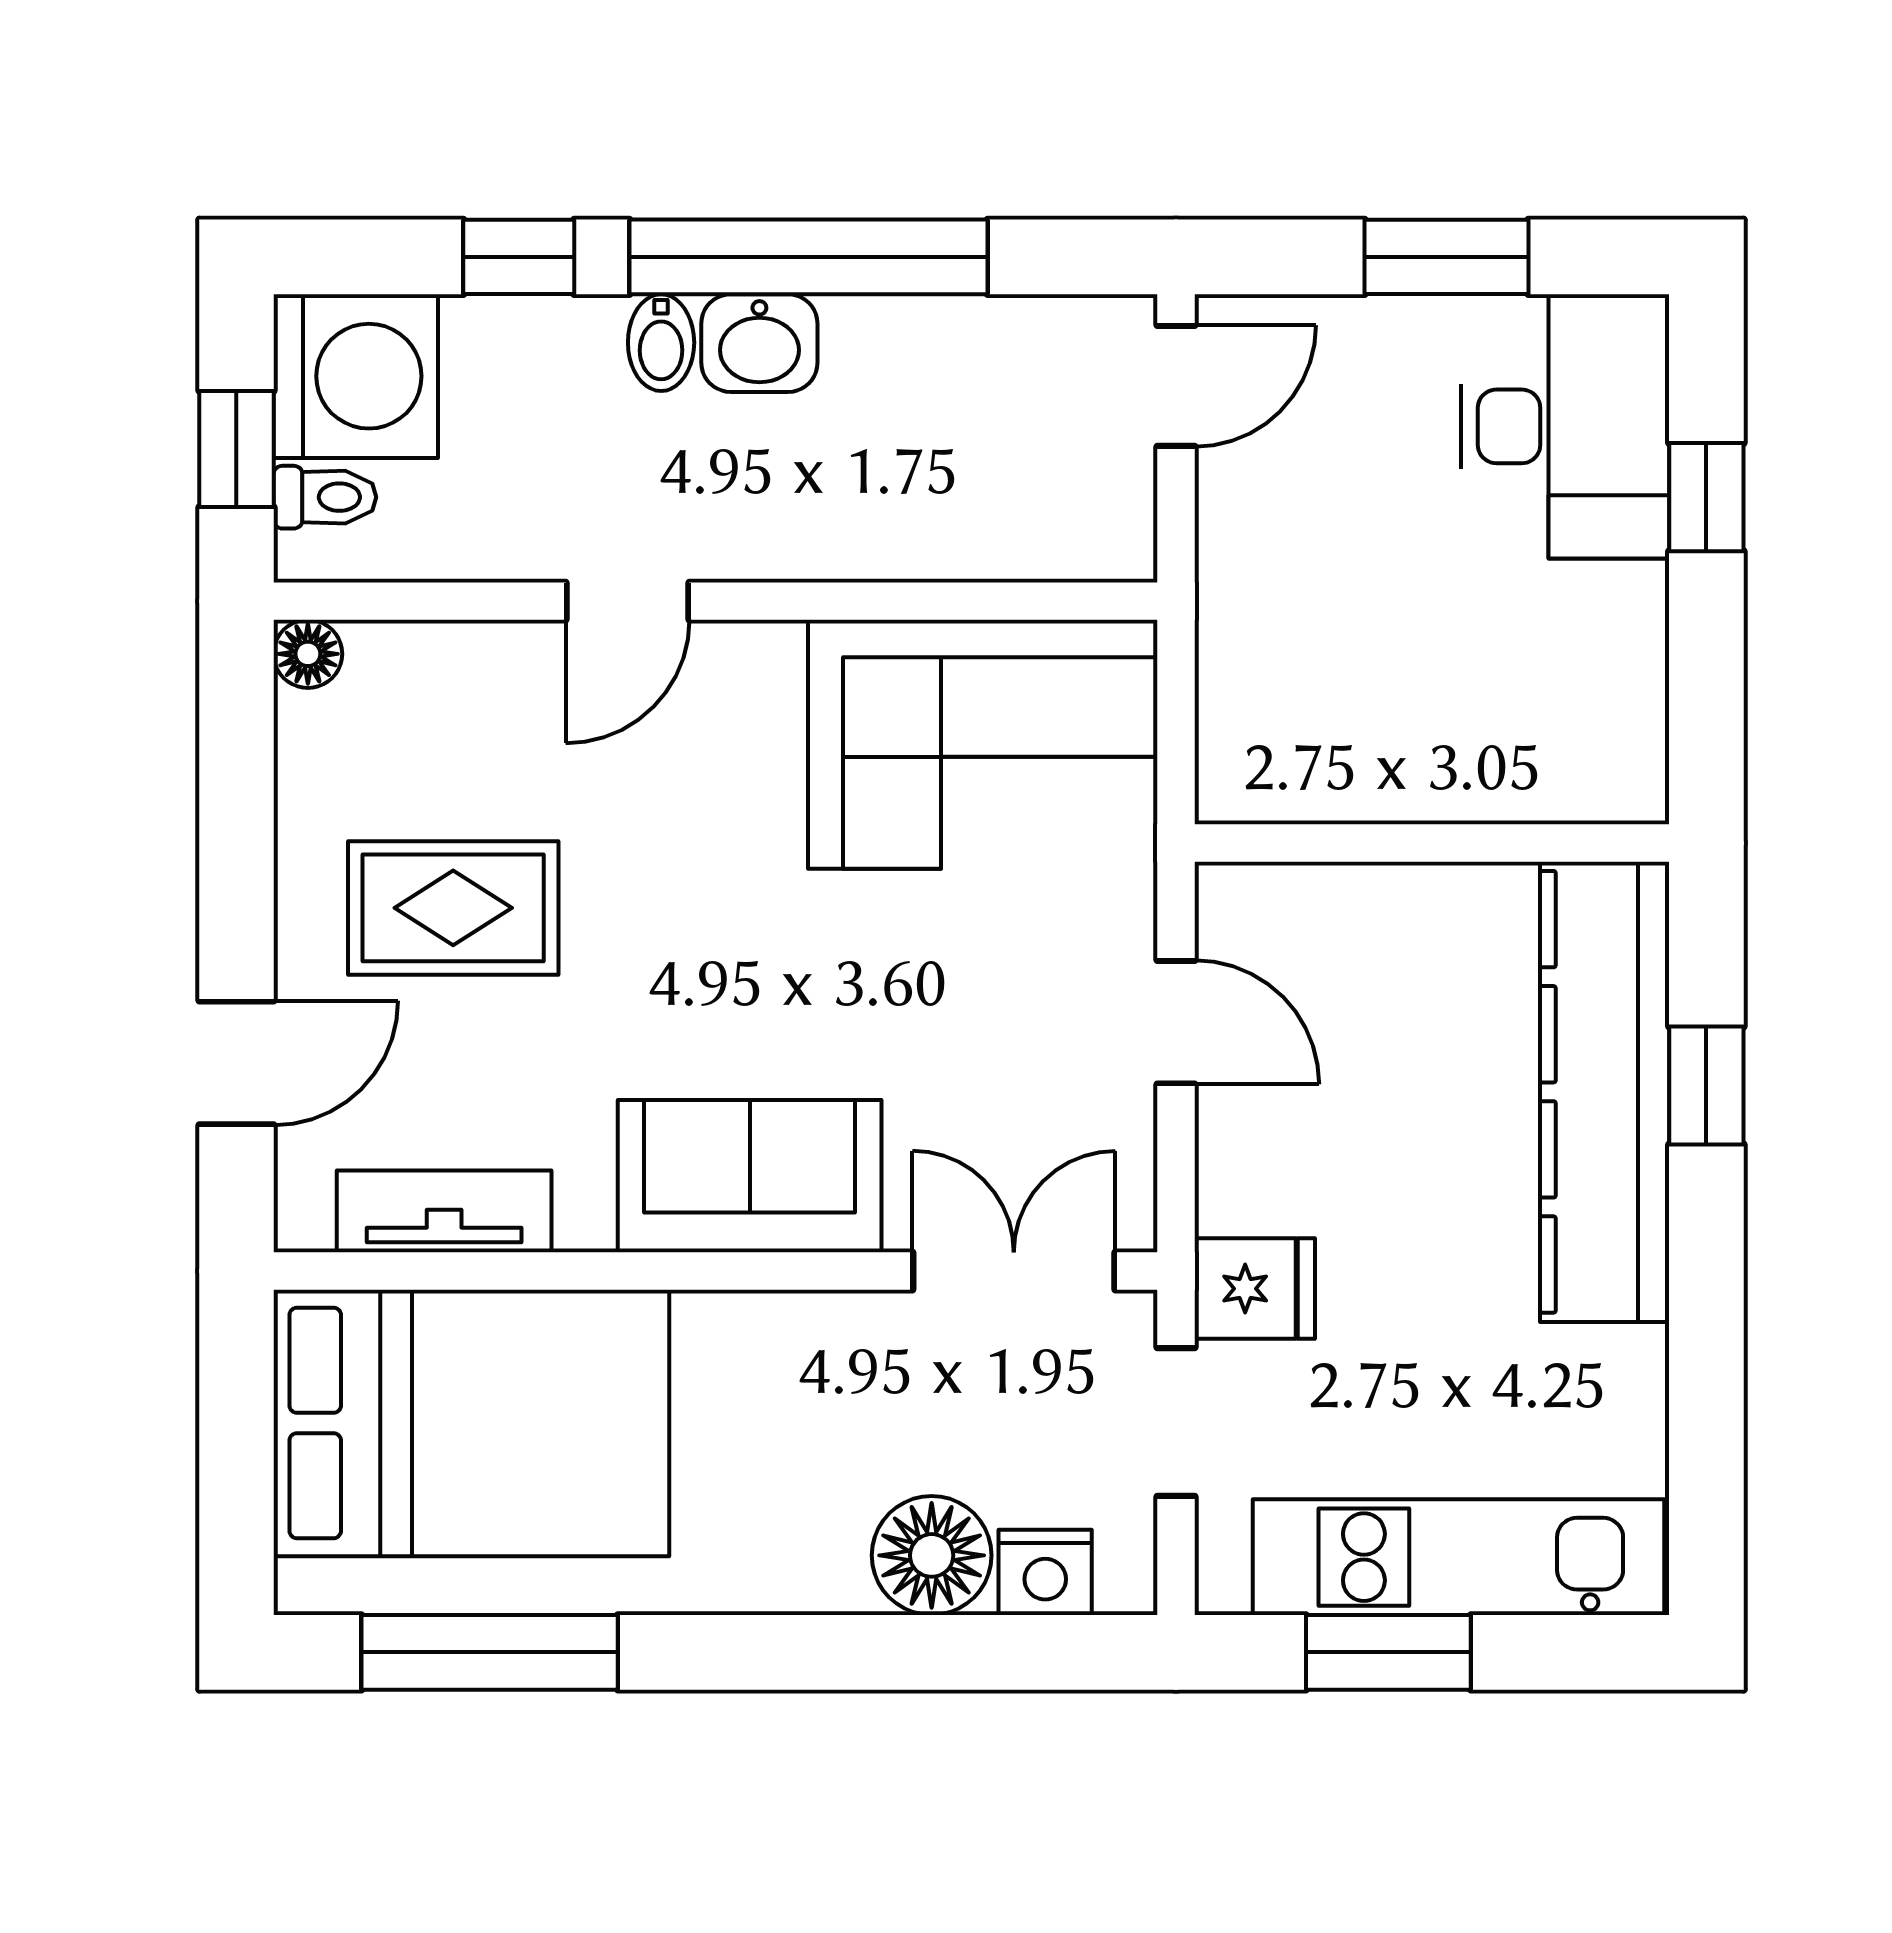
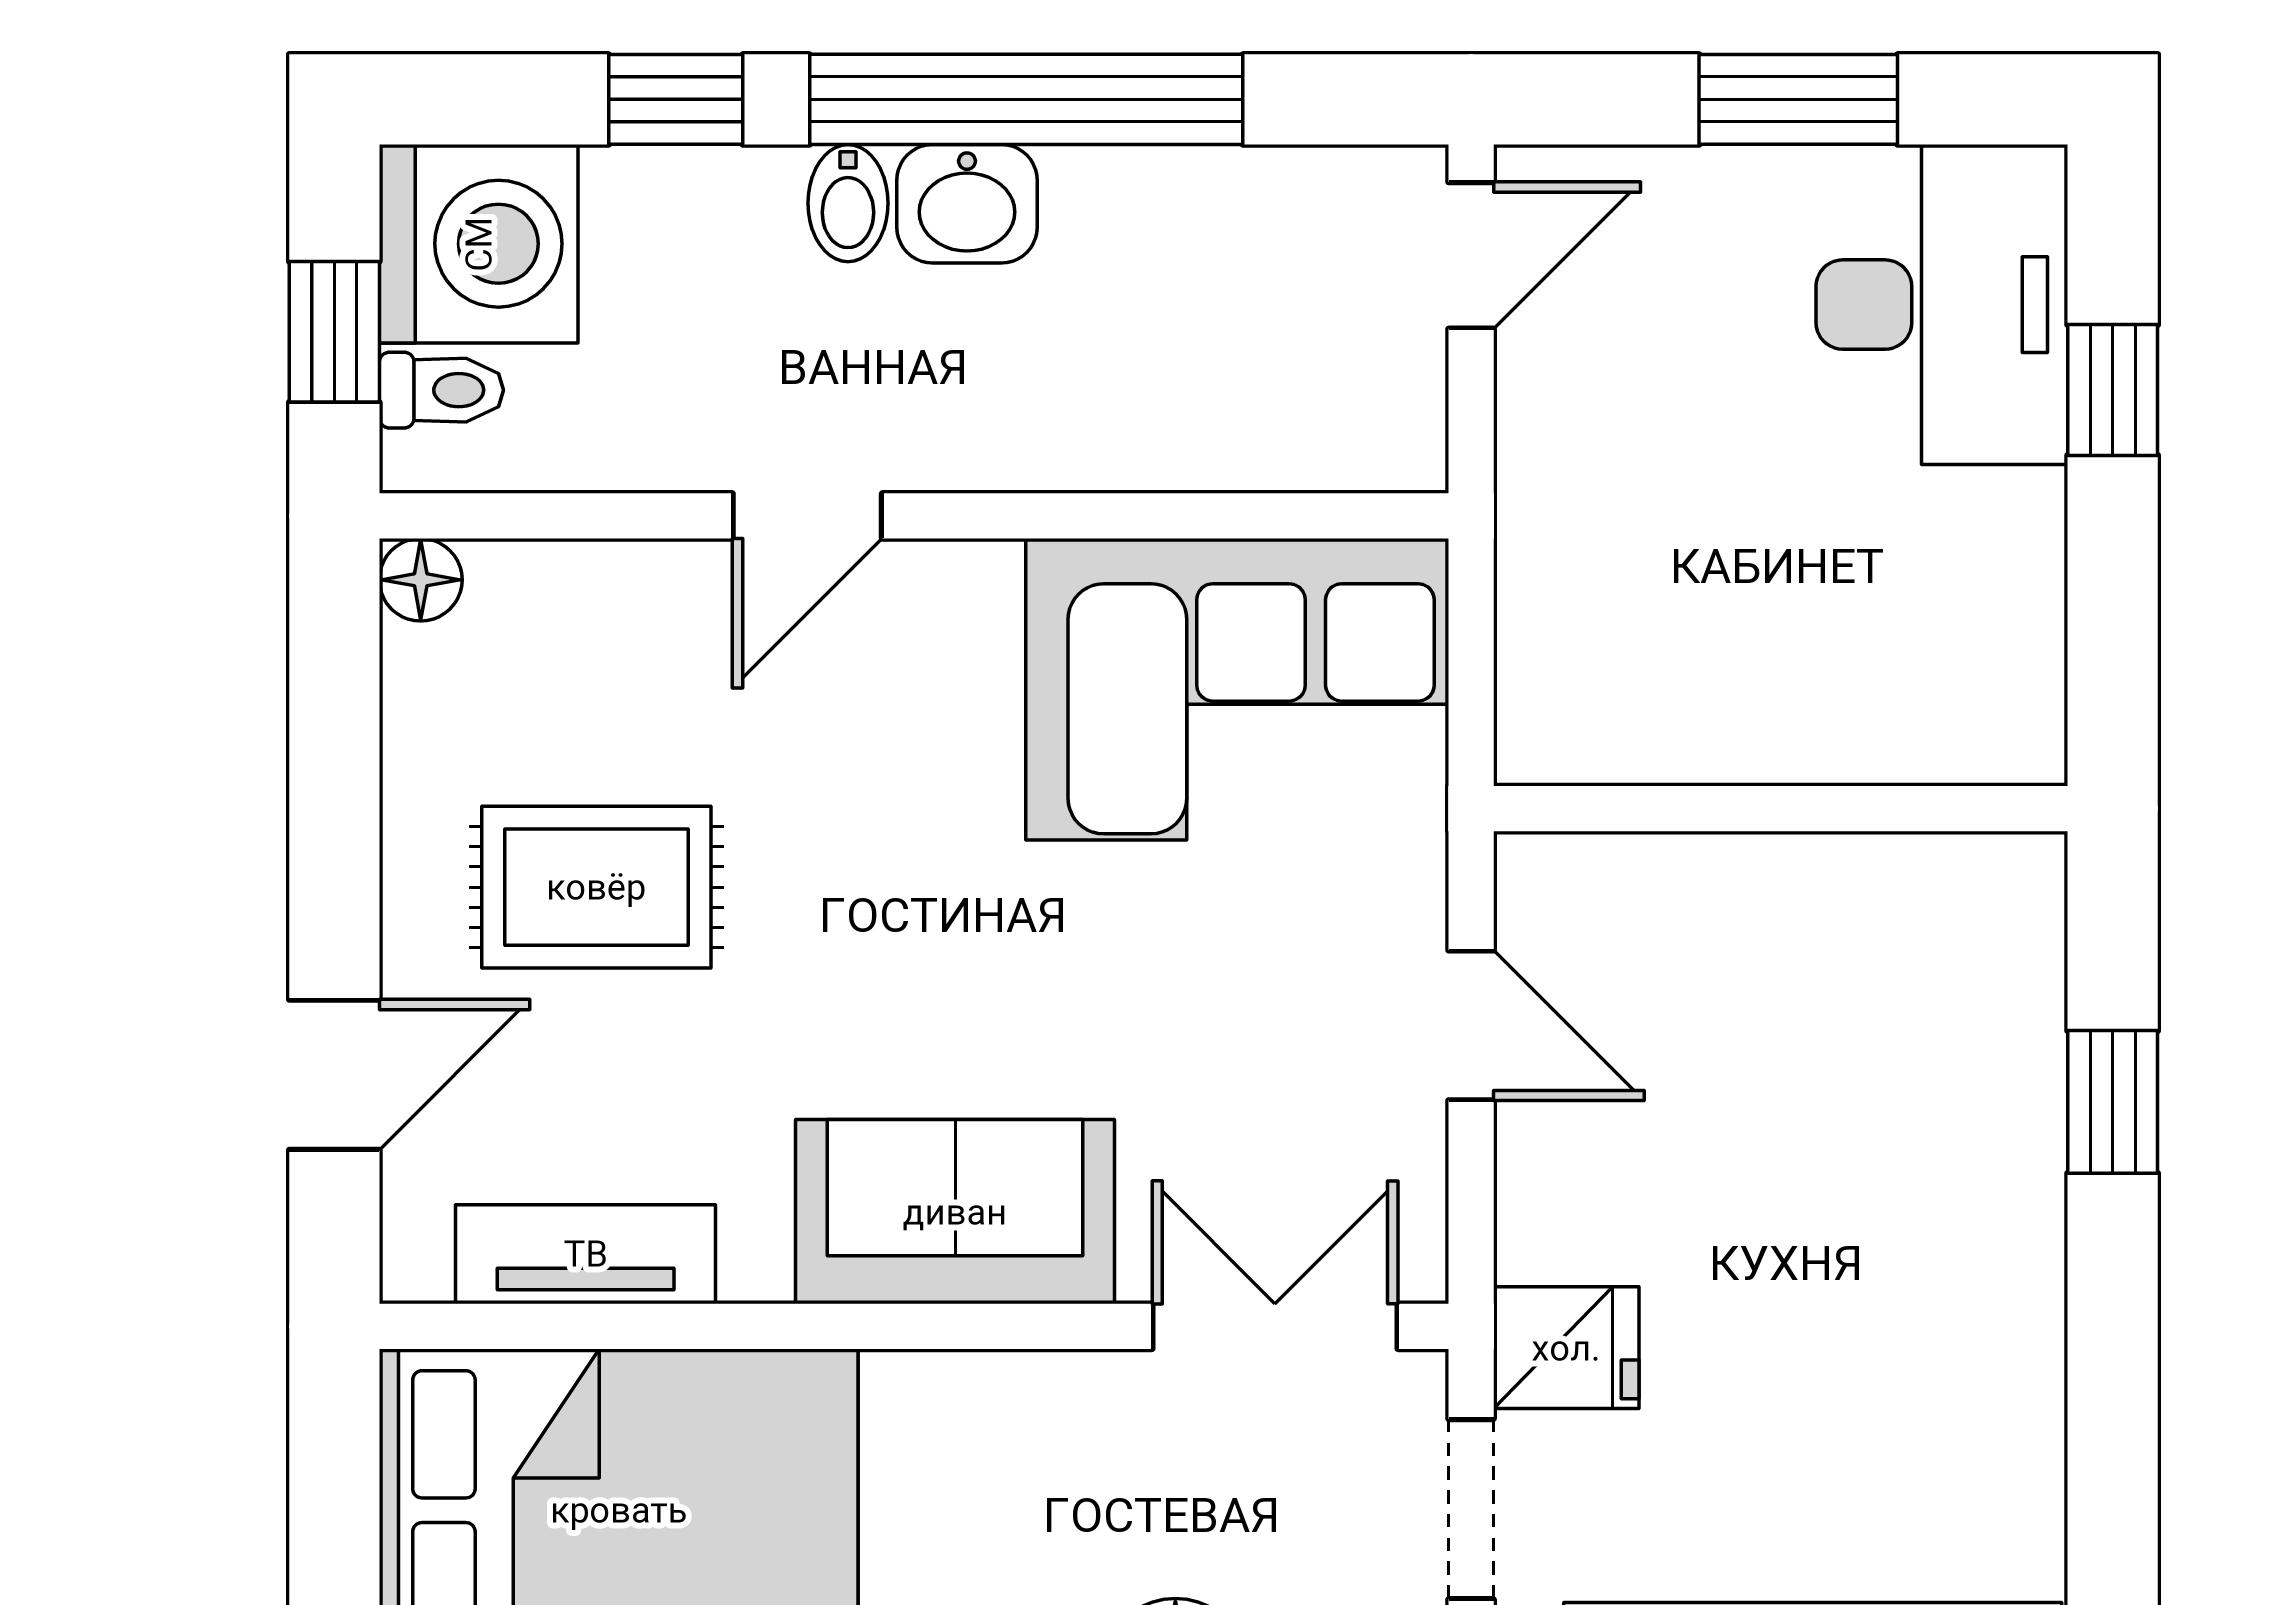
kitchen counter: (1605, 1092) -> (1990, 1110), removed

